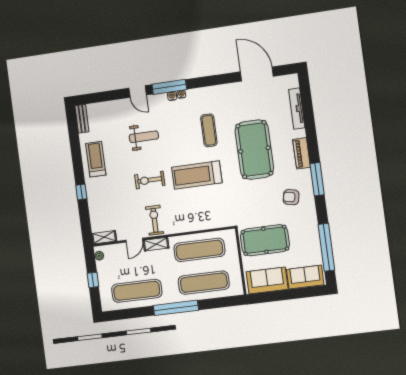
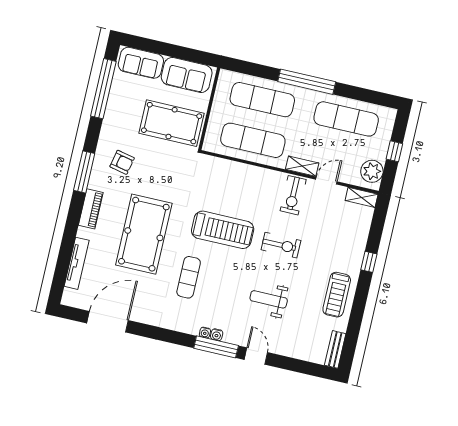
door: (257, 74) -> (108, 322), swing flipped
plant: (99, 256) -> (372, 171), width x1.88, depth x1.88

